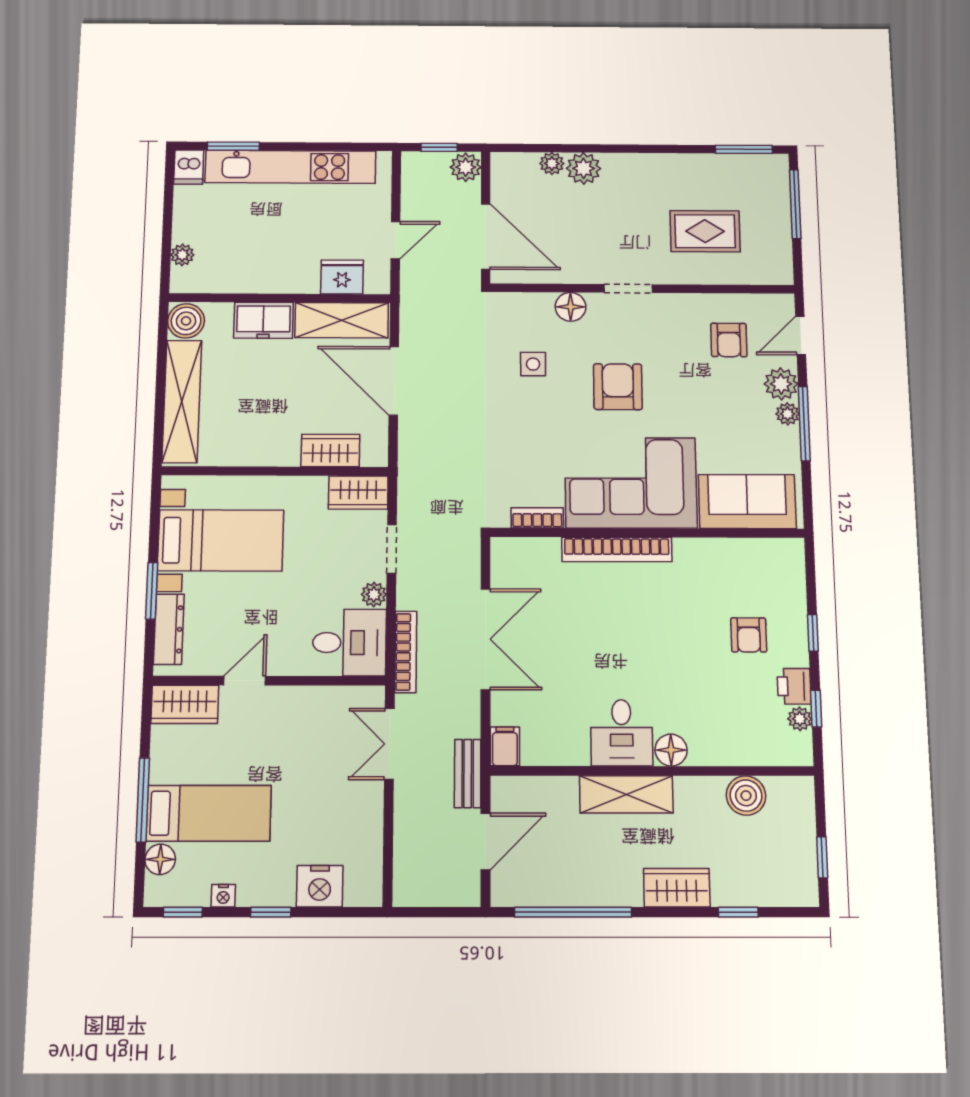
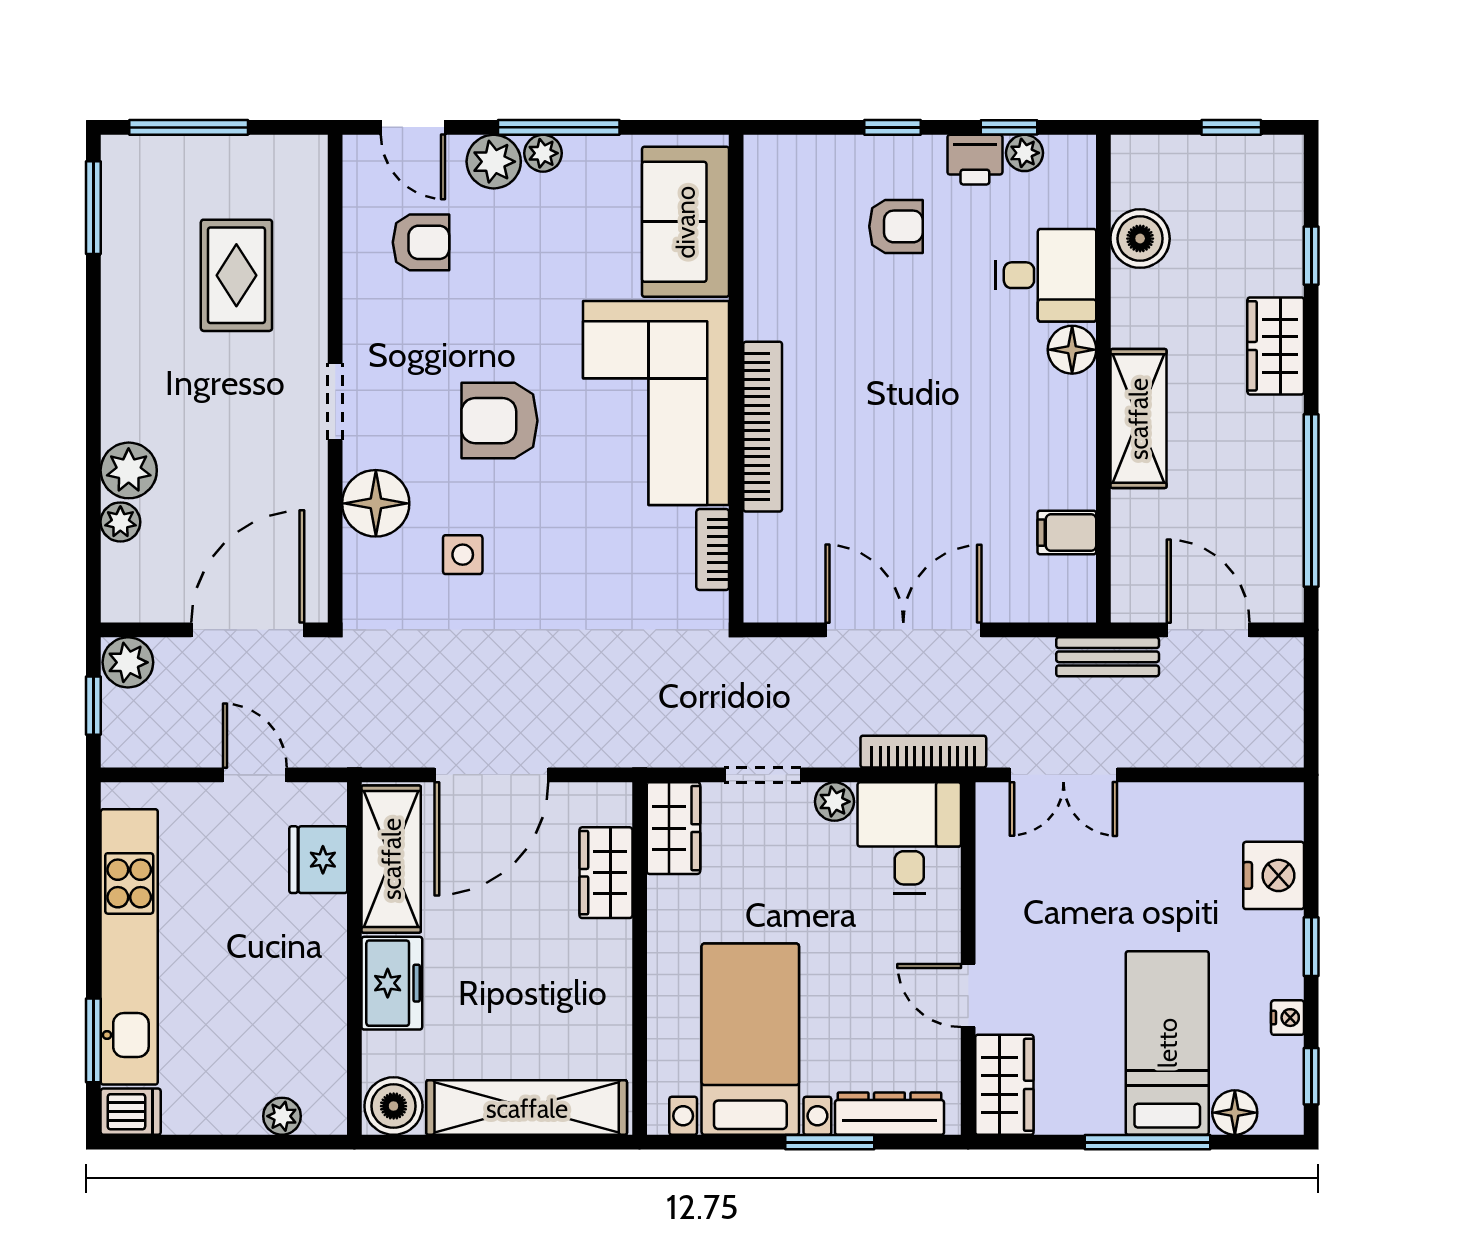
floor lamp: (571, 307) -> (376, 503), width x1.38, depth x1.38
desk: (622, 733) -> (1046, 275), moved
filing cabinet: (505, 746) -> (1067, 533), moved

